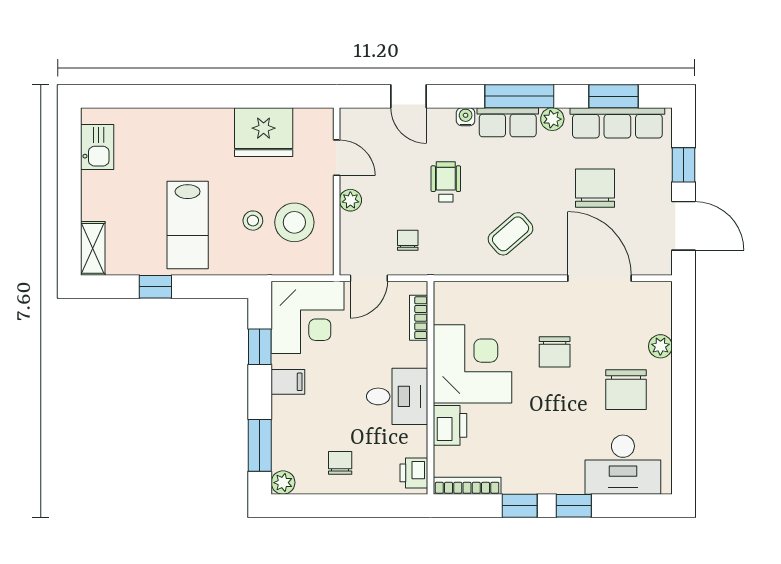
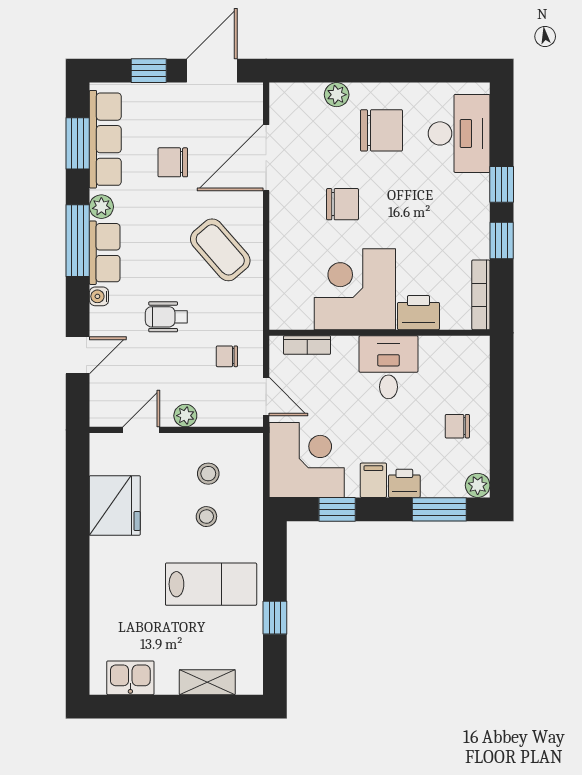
chair: (595, 188) -> (173, 162), width x0.73, depth x0.73
stool: (294, 222) -> (208, 474), width x0.53, depth x0.53
coffee table: (511, 234) -> (220, 250), width x1.36, depth x1.30
shelving: (93, 248) -> (207, 682), moved
printer: (414, 473) -> (404, 483), moved, turned 180

